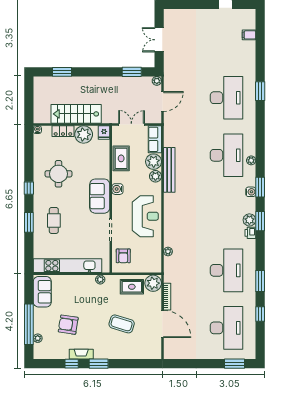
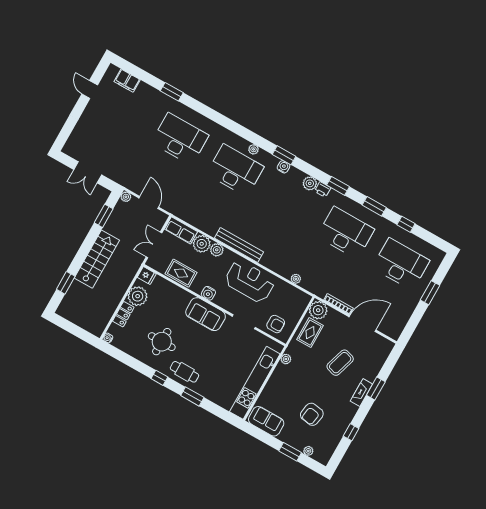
filing cabinet: (249, 35) -> (127, 81), width x2.00
window: (260, 91) -> (172, 92), moved
stairs: (76, 114) -> (97, 259), moved, turned 180
bench: (169, 170) -> (239, 245), moved
cafe table: (54, 220) -> (184, 372), moved
window: (260, 221) -> (338, 186), moved
window: (29, 324) -> (290, 452), width x0.47
fireplace: (81, 354) -> (361, 393), moved
window: (99, 364) -> (376, 388), moved
window: (234, 364) -> (430, 293), moved

